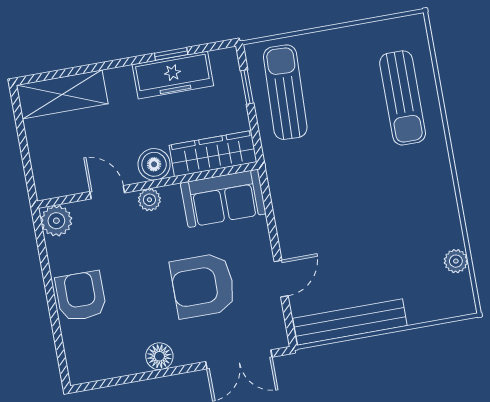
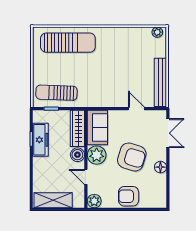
shelving: (62, 94) -> (53, 200), moved, turned 90
sun lounger: (403, 98) -> (68, 43), width x1.36, depth x1.34
door: (107, 192) -> (86, 177), hinge flipped
plant: (149, 200) -> (97, 155), width x1.88, depth x1.88
plant: (456, 261) -> (157, 32), moved
armchair: (203, 286) -> (132, 157), moved, turned -73

